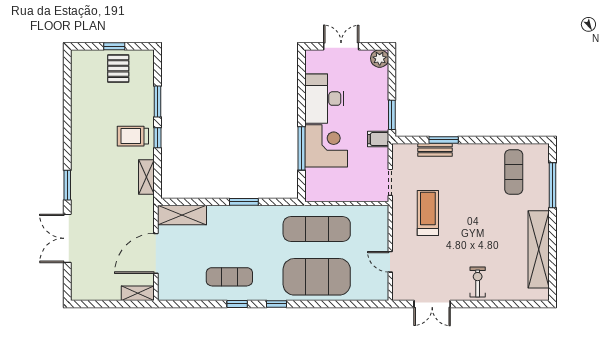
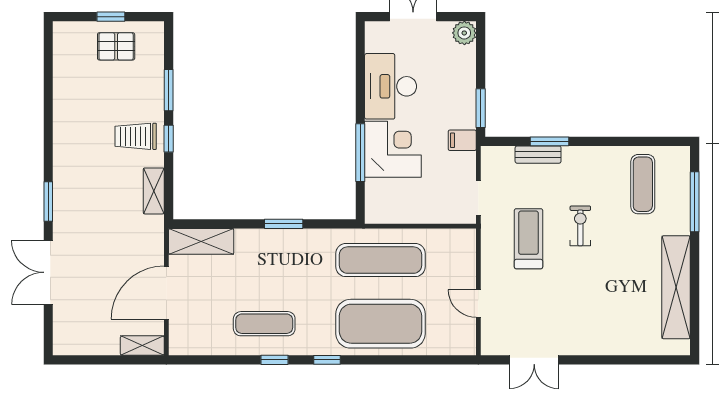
pallet: (118, 69) -> (116, 46), turned 90
exercise bike: (478, 282) -> (580, 226), moved

